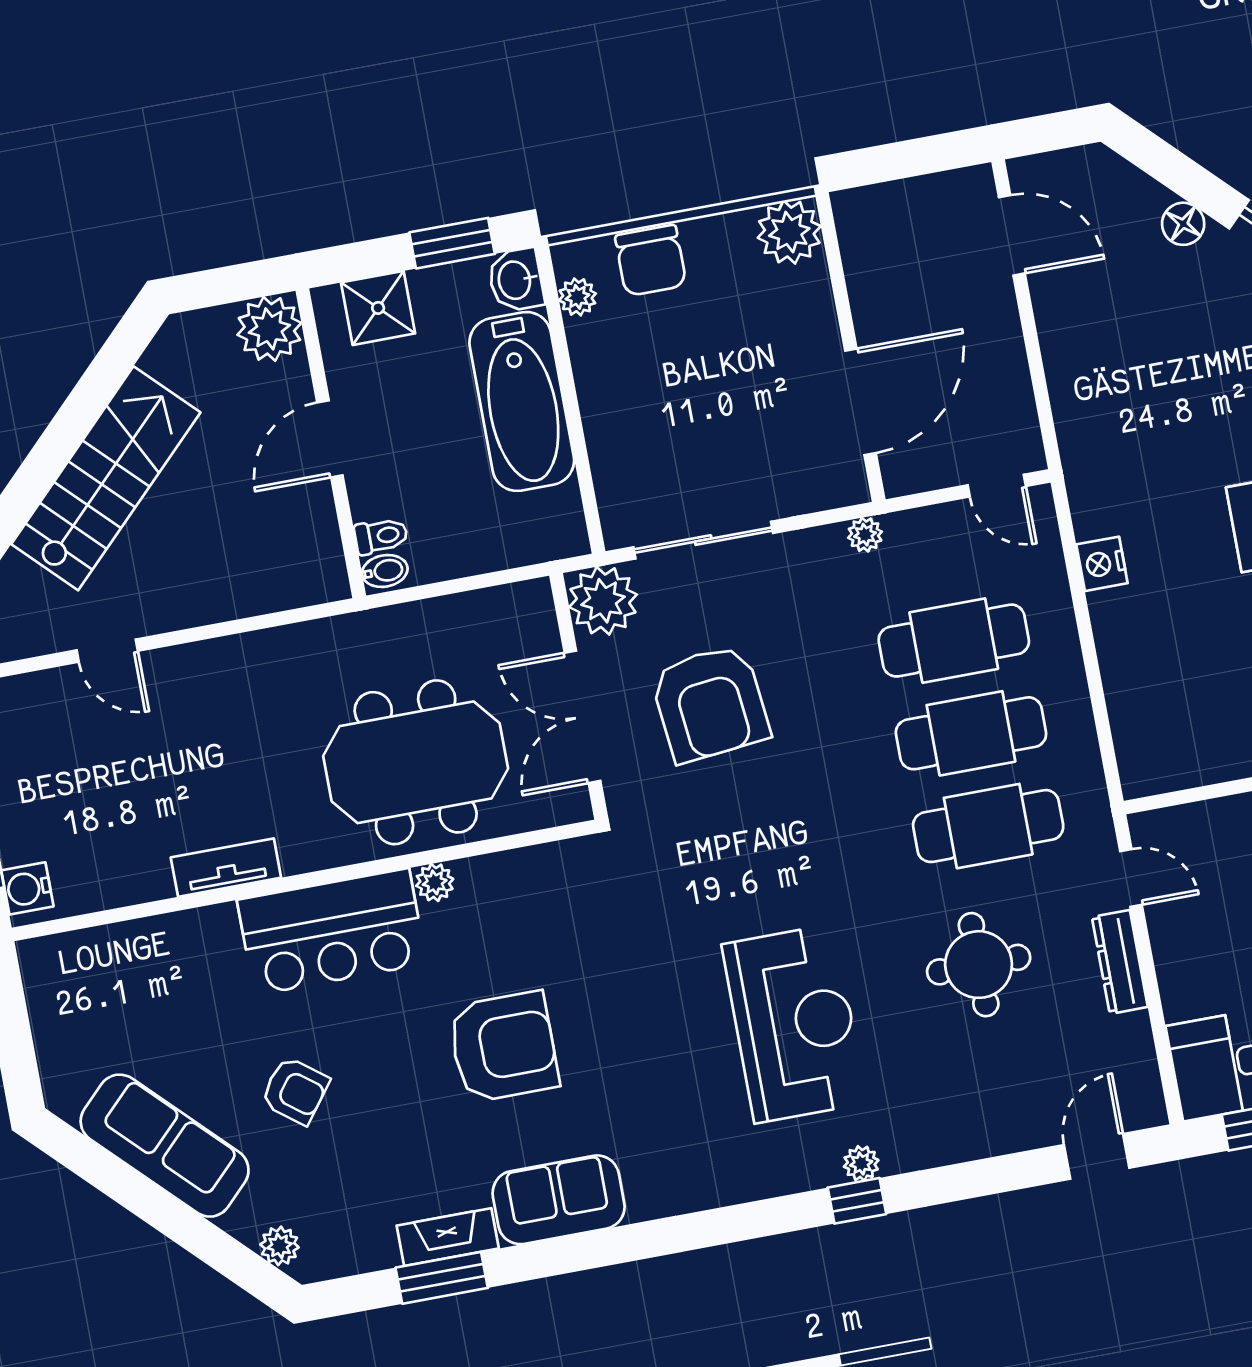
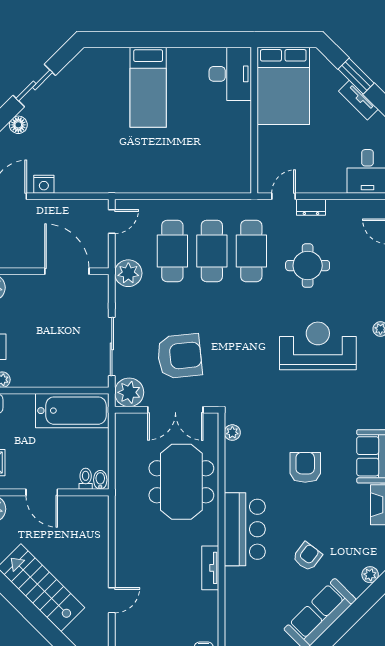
bathtub: (522, 401) -> (72, 411), moved
plant: (865, 535) -> (128, 273), width x1.88, depth x1.88
nightstand: (1102, 564) -> (44, 184), moved
plant: (435, 882) -> (232, 433), moved
dresser: (1120, 962) -> (311, 207), width x0.70
armchair: (503, 1047) -> (305, 467), width x0.73, depth x0.73

